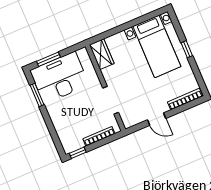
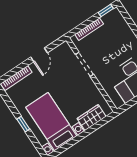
wardrobe: (102, 54) -> (92, 118), moved, turned 90
door: (157, 119) -> (39, 55), swing flipped

